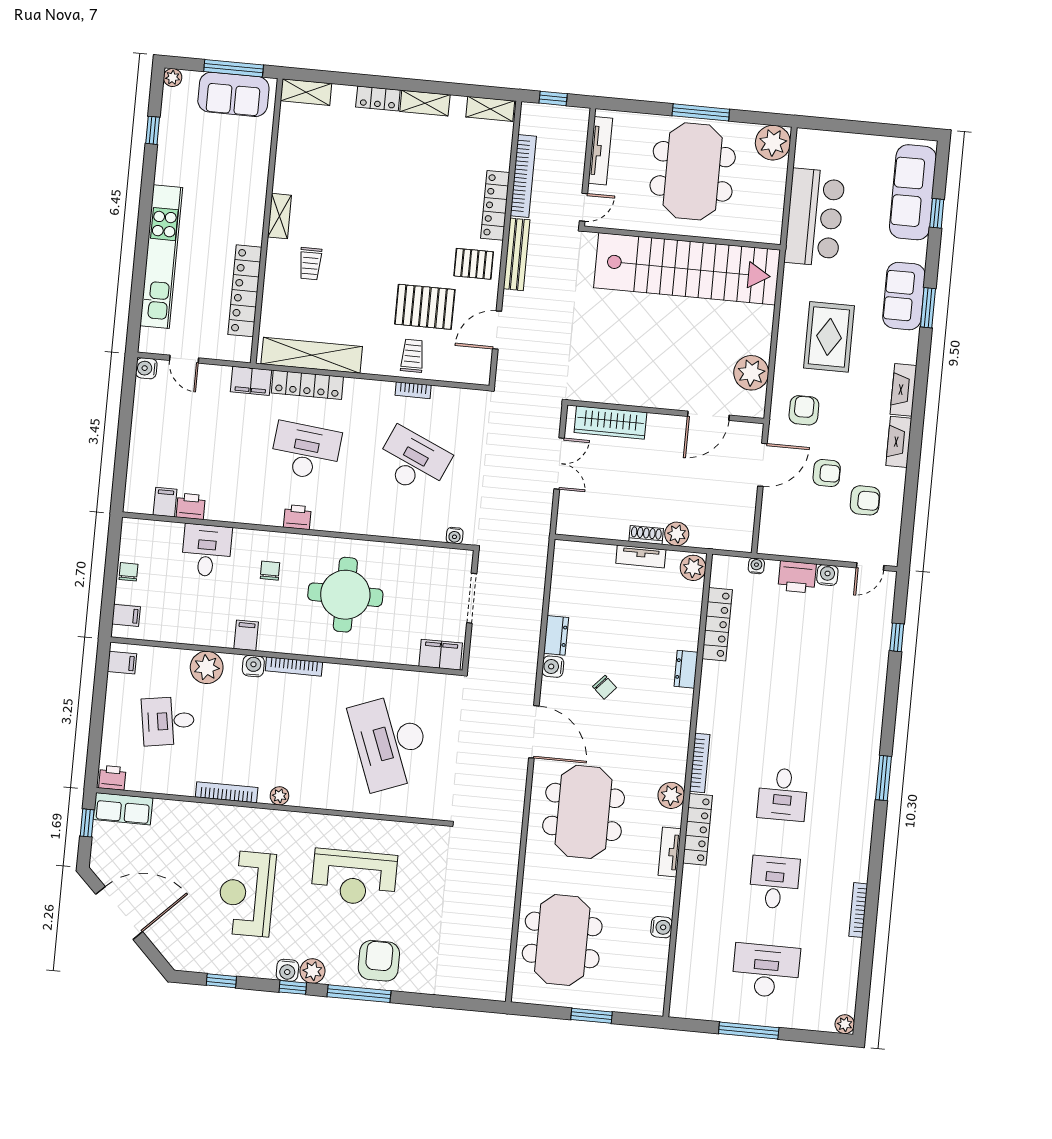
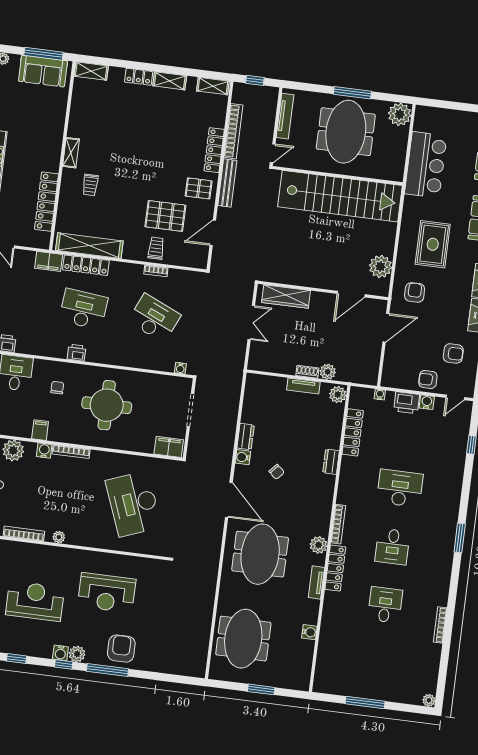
armchair: (827, 473) -> (428, 379), moved, turned 180
reception desk: (247, 893) -> (35, 601), turned 90
desk: (766, 971) -> (400, 488), moved

